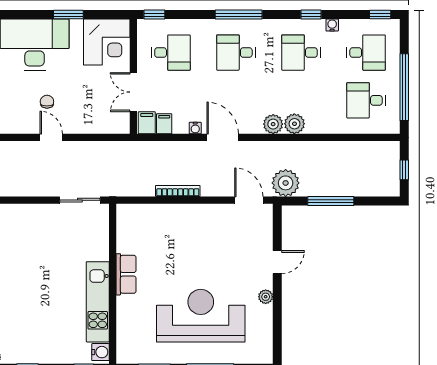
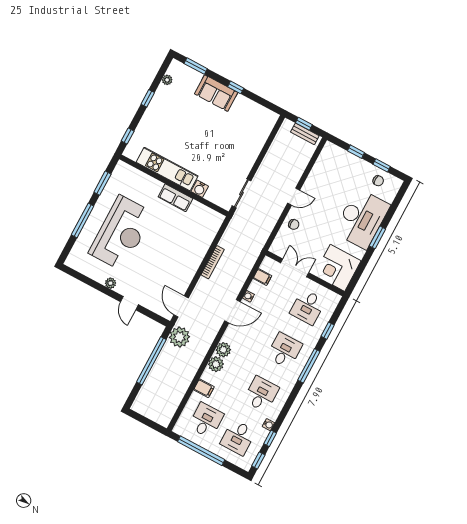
window: (68, 15) -> (377, 237), moved
window: (154, 15) -> (328, 331), moved
window: (311, 15) -> (270, 438), moved
chair: (47, 102) -> (294, 224), moved
filing cabinet: (147, 123) -> (204, 388), moved
window: (404, 170) -> (146, 421), removed
door: (249, 200) -> (181, 306), swing flipped
window: (331, 201) -> (151, 361), width x1.46
water cooler: (100, 352) -> (200, 189), moved

